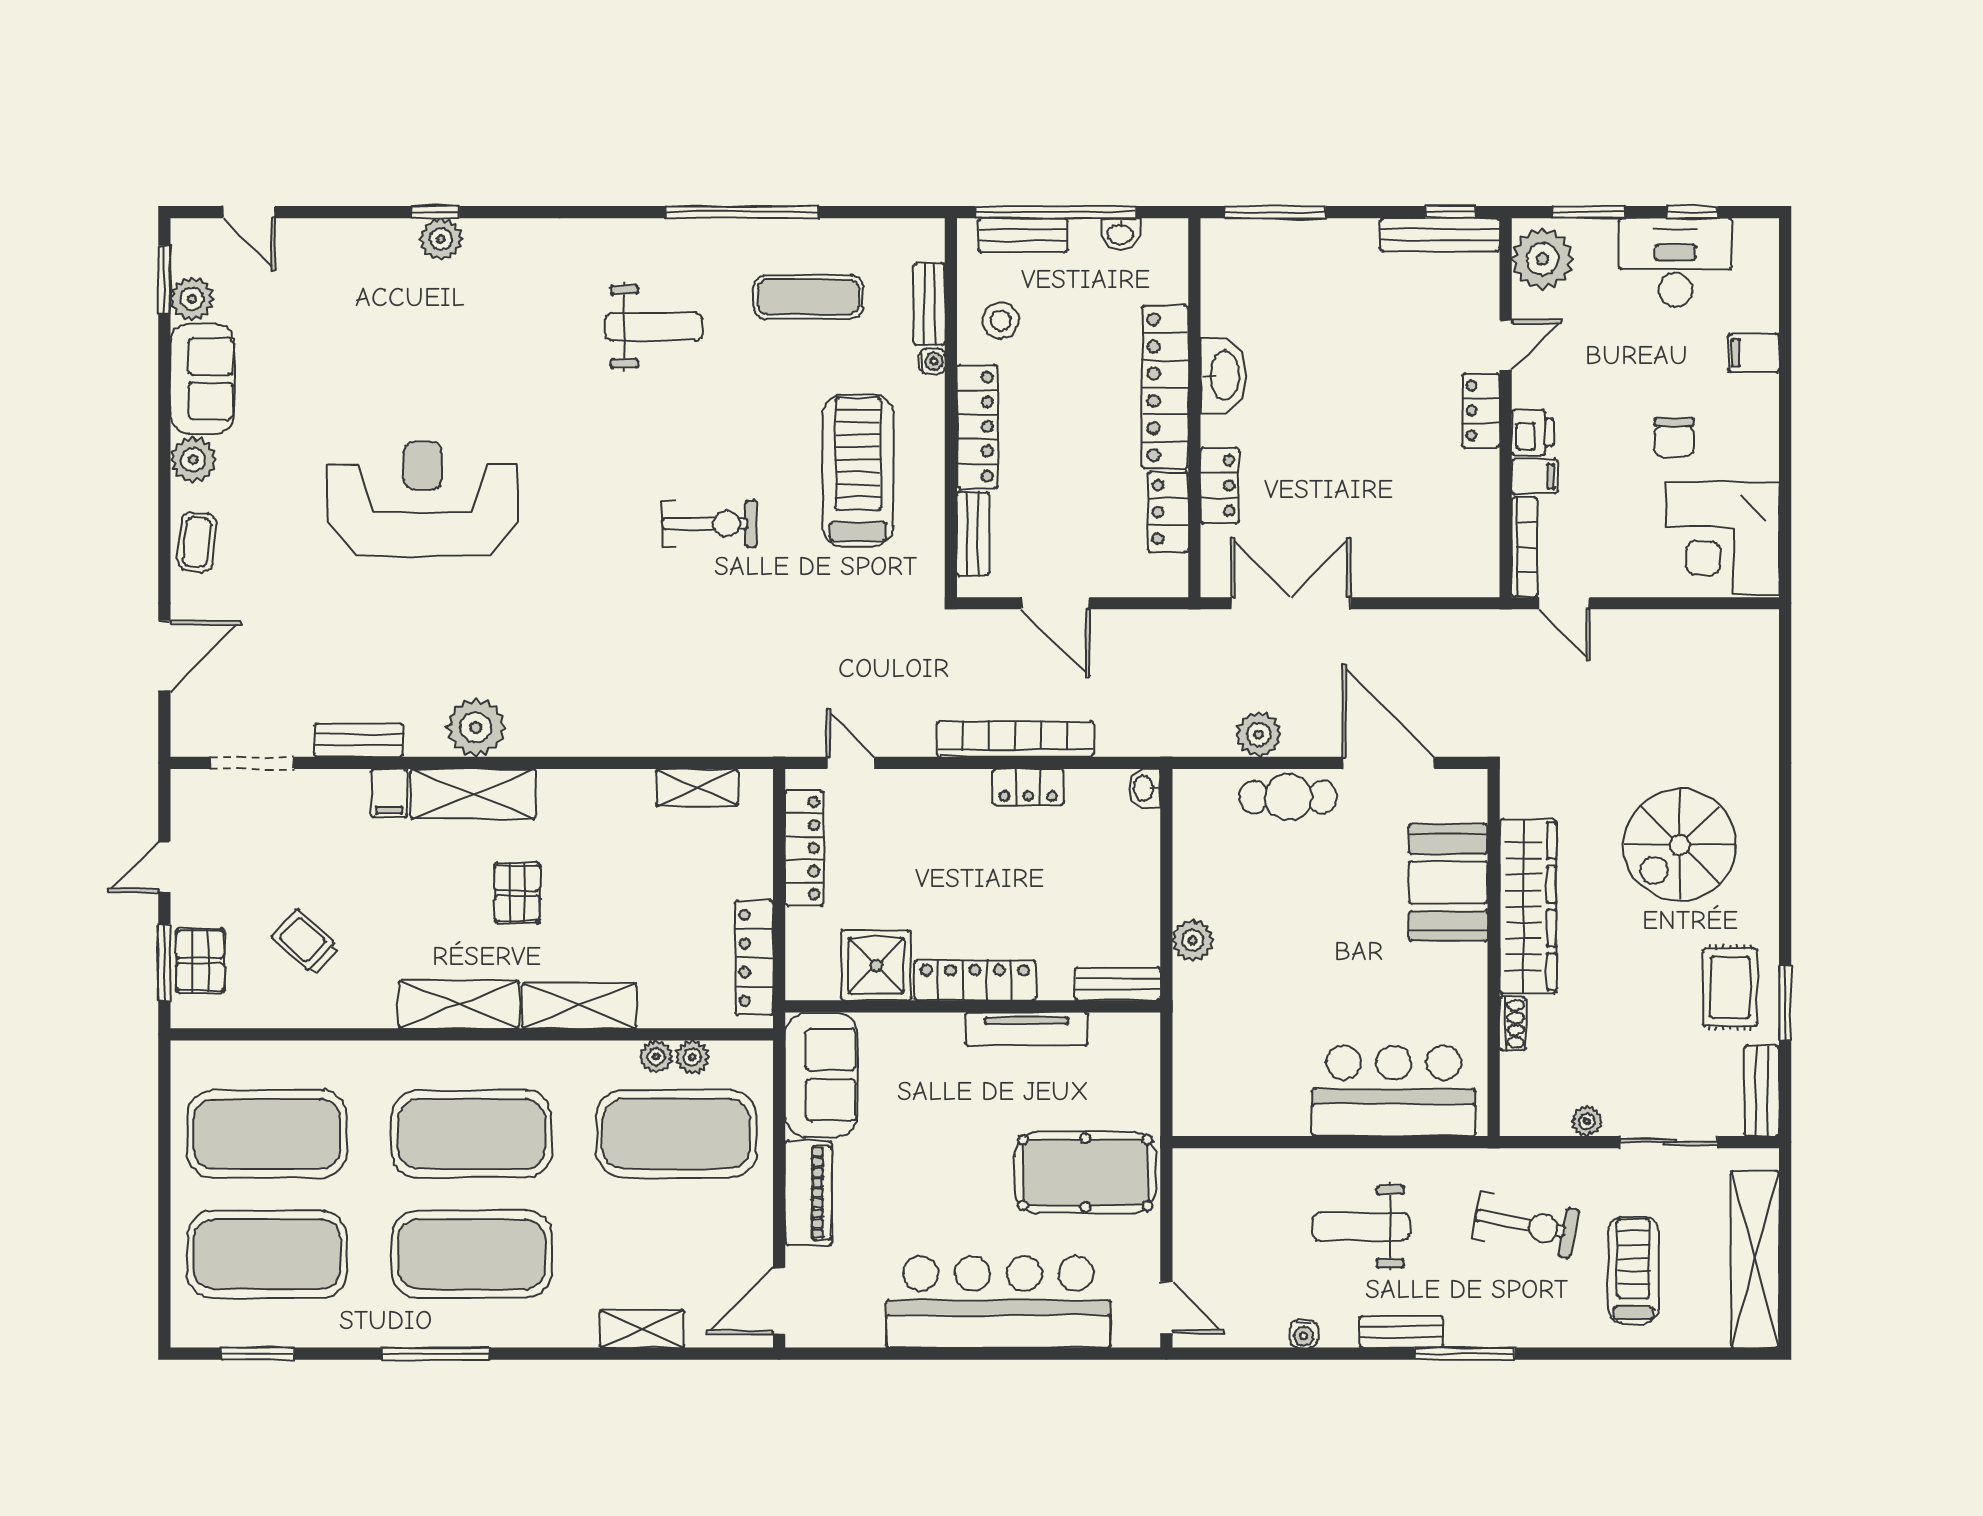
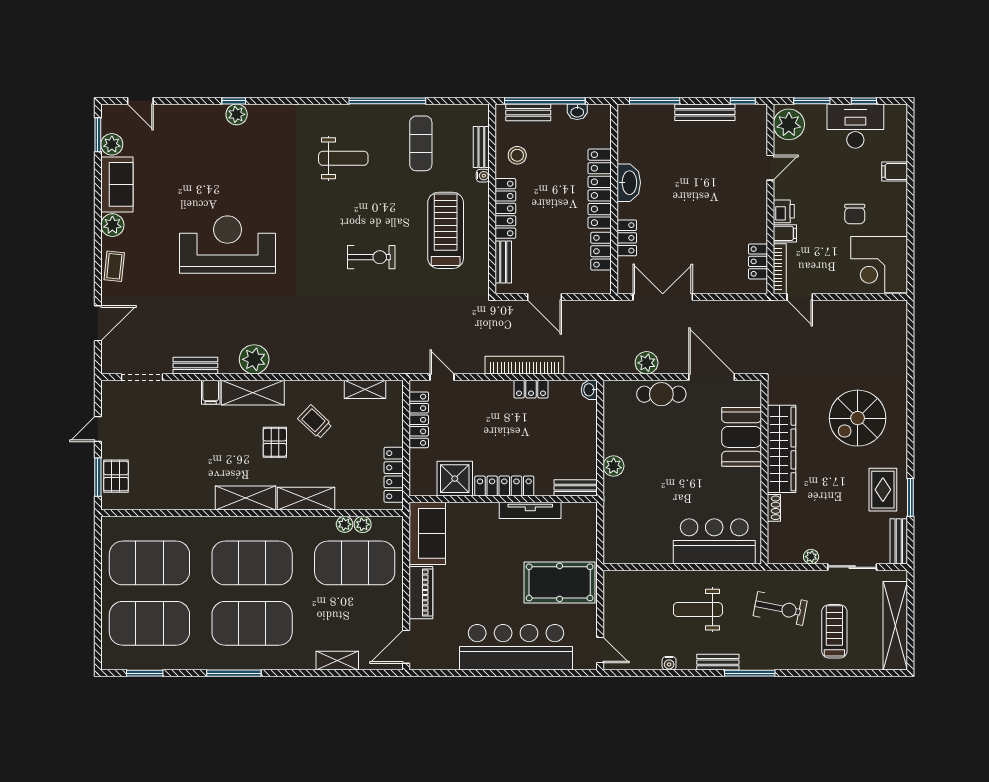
bench: (1440, 235) -> (705, 112), moved
exercise mat: (808, 297) -> (421, 143), turned 90
locker: (1481, 410) -> (758, 261), moved
trolley: (306, 943) -> (315, 422), moved

